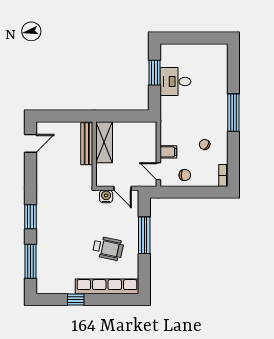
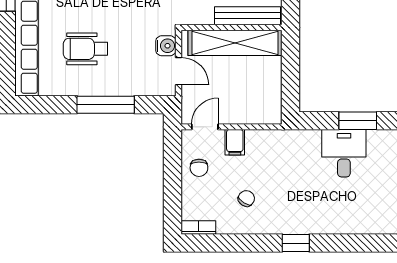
window: (233, 113) -> (296, 243), width x0.46
shelving: (104, 142) -> (235, 43), width x1.47
door: (122, 188) -> (179, 71), swing flipped
wheelchair: (108, 248) -> (85, 49), turned 78

